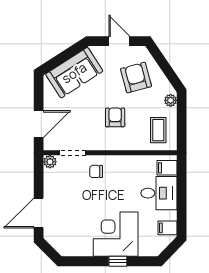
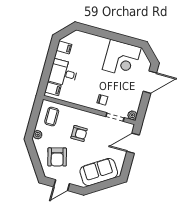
door: (119, 41) -> (62, 185), hinge flipped
armchair: (115, 117) -> (79, 133), turned -90
corner desk: (116, 234) -> (122, 59), moved
window: (118, 261) -> (104, 34), removed

